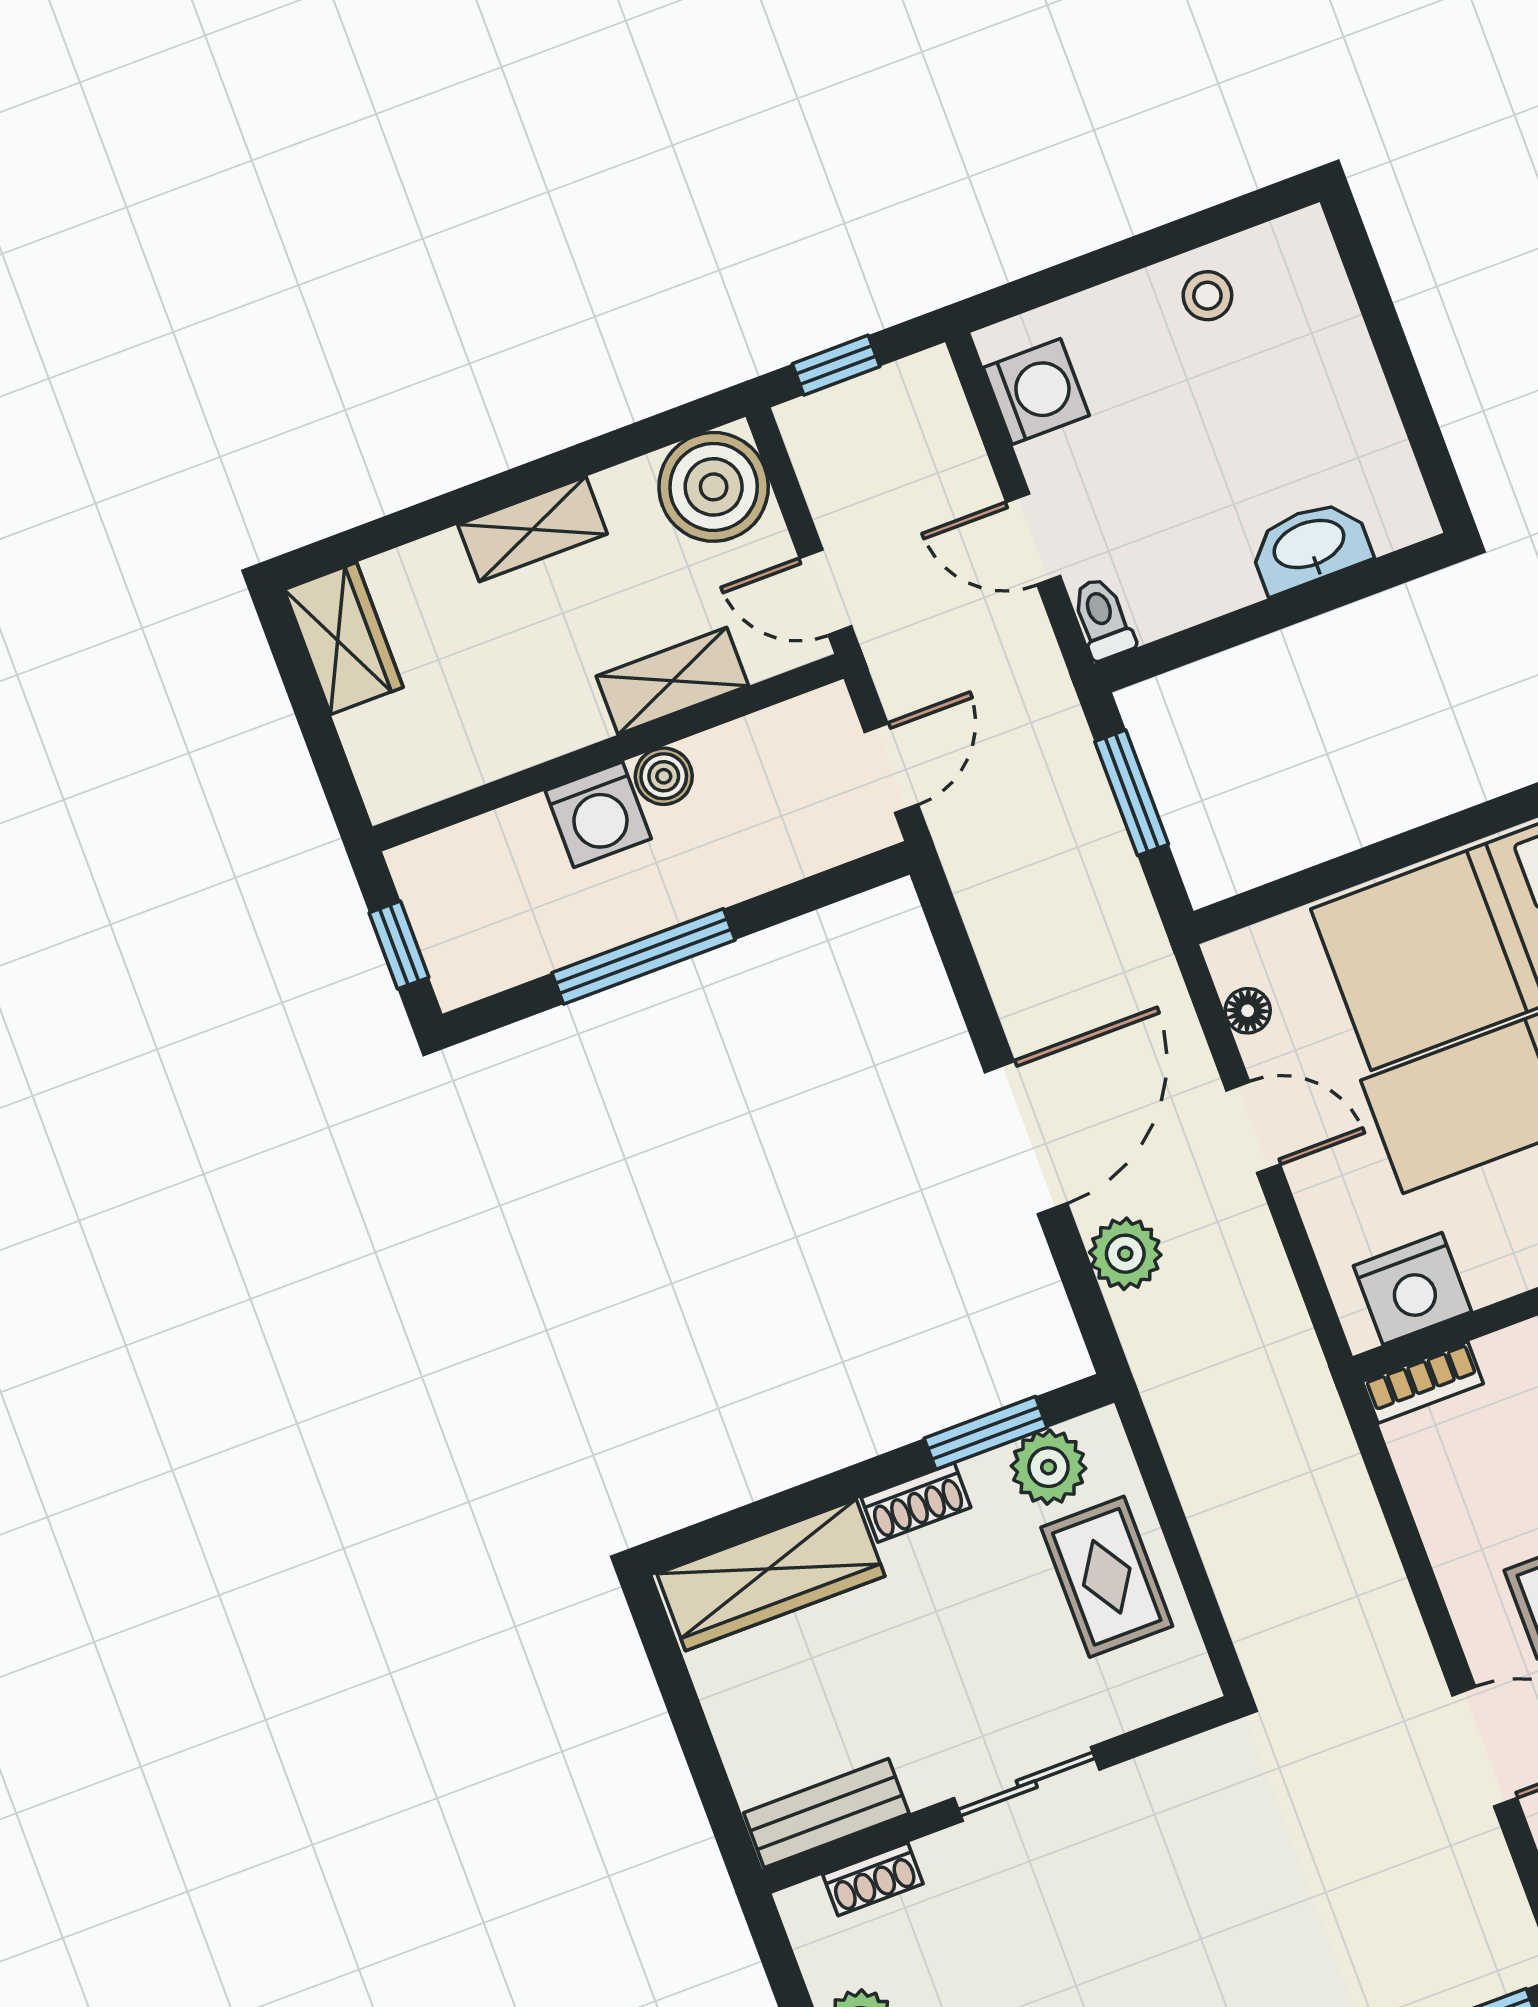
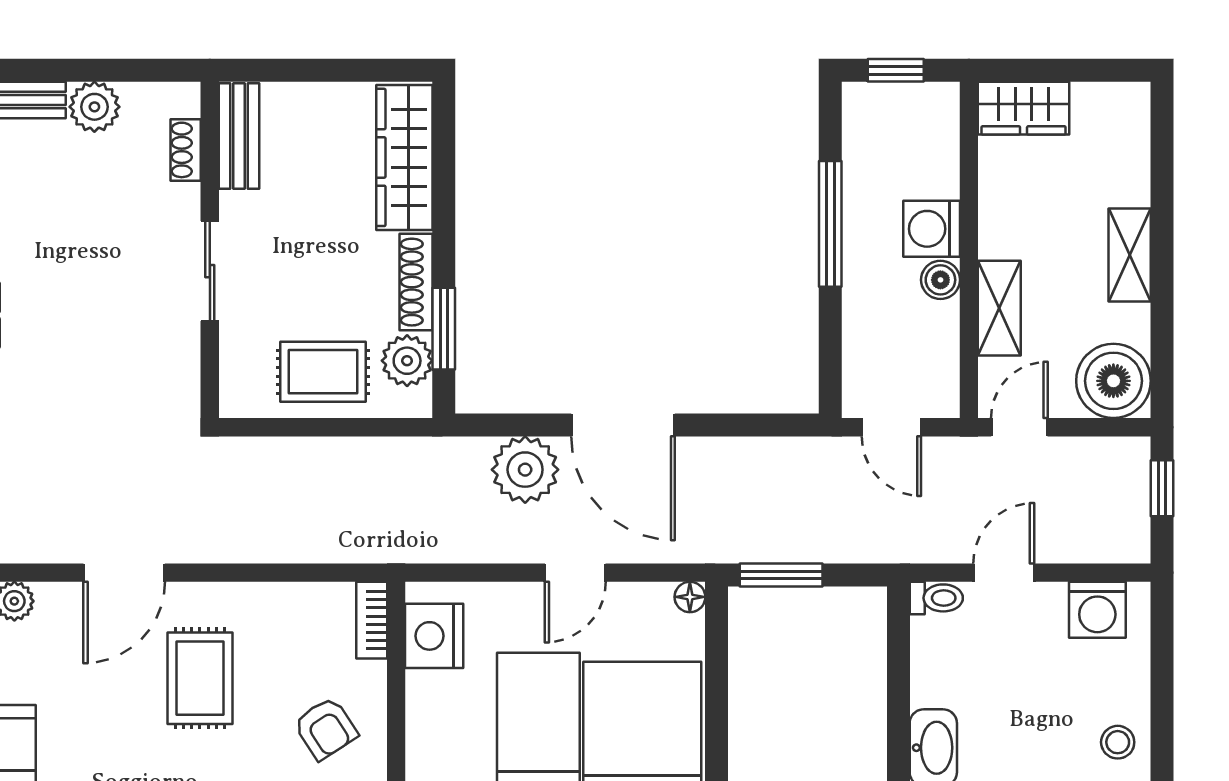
wardrobe: (344, 638) -> (1024, 108), moved
window: (1132, 793) -> (781, 575), moved
floor lamp: (1248, 1011) -> (690, 597), moved
plant: (1125, 1254) -> (525, 470), width x1.36, depth x1.36
shoe rack: (916, 1503) -> (416, 282), width x1.43

